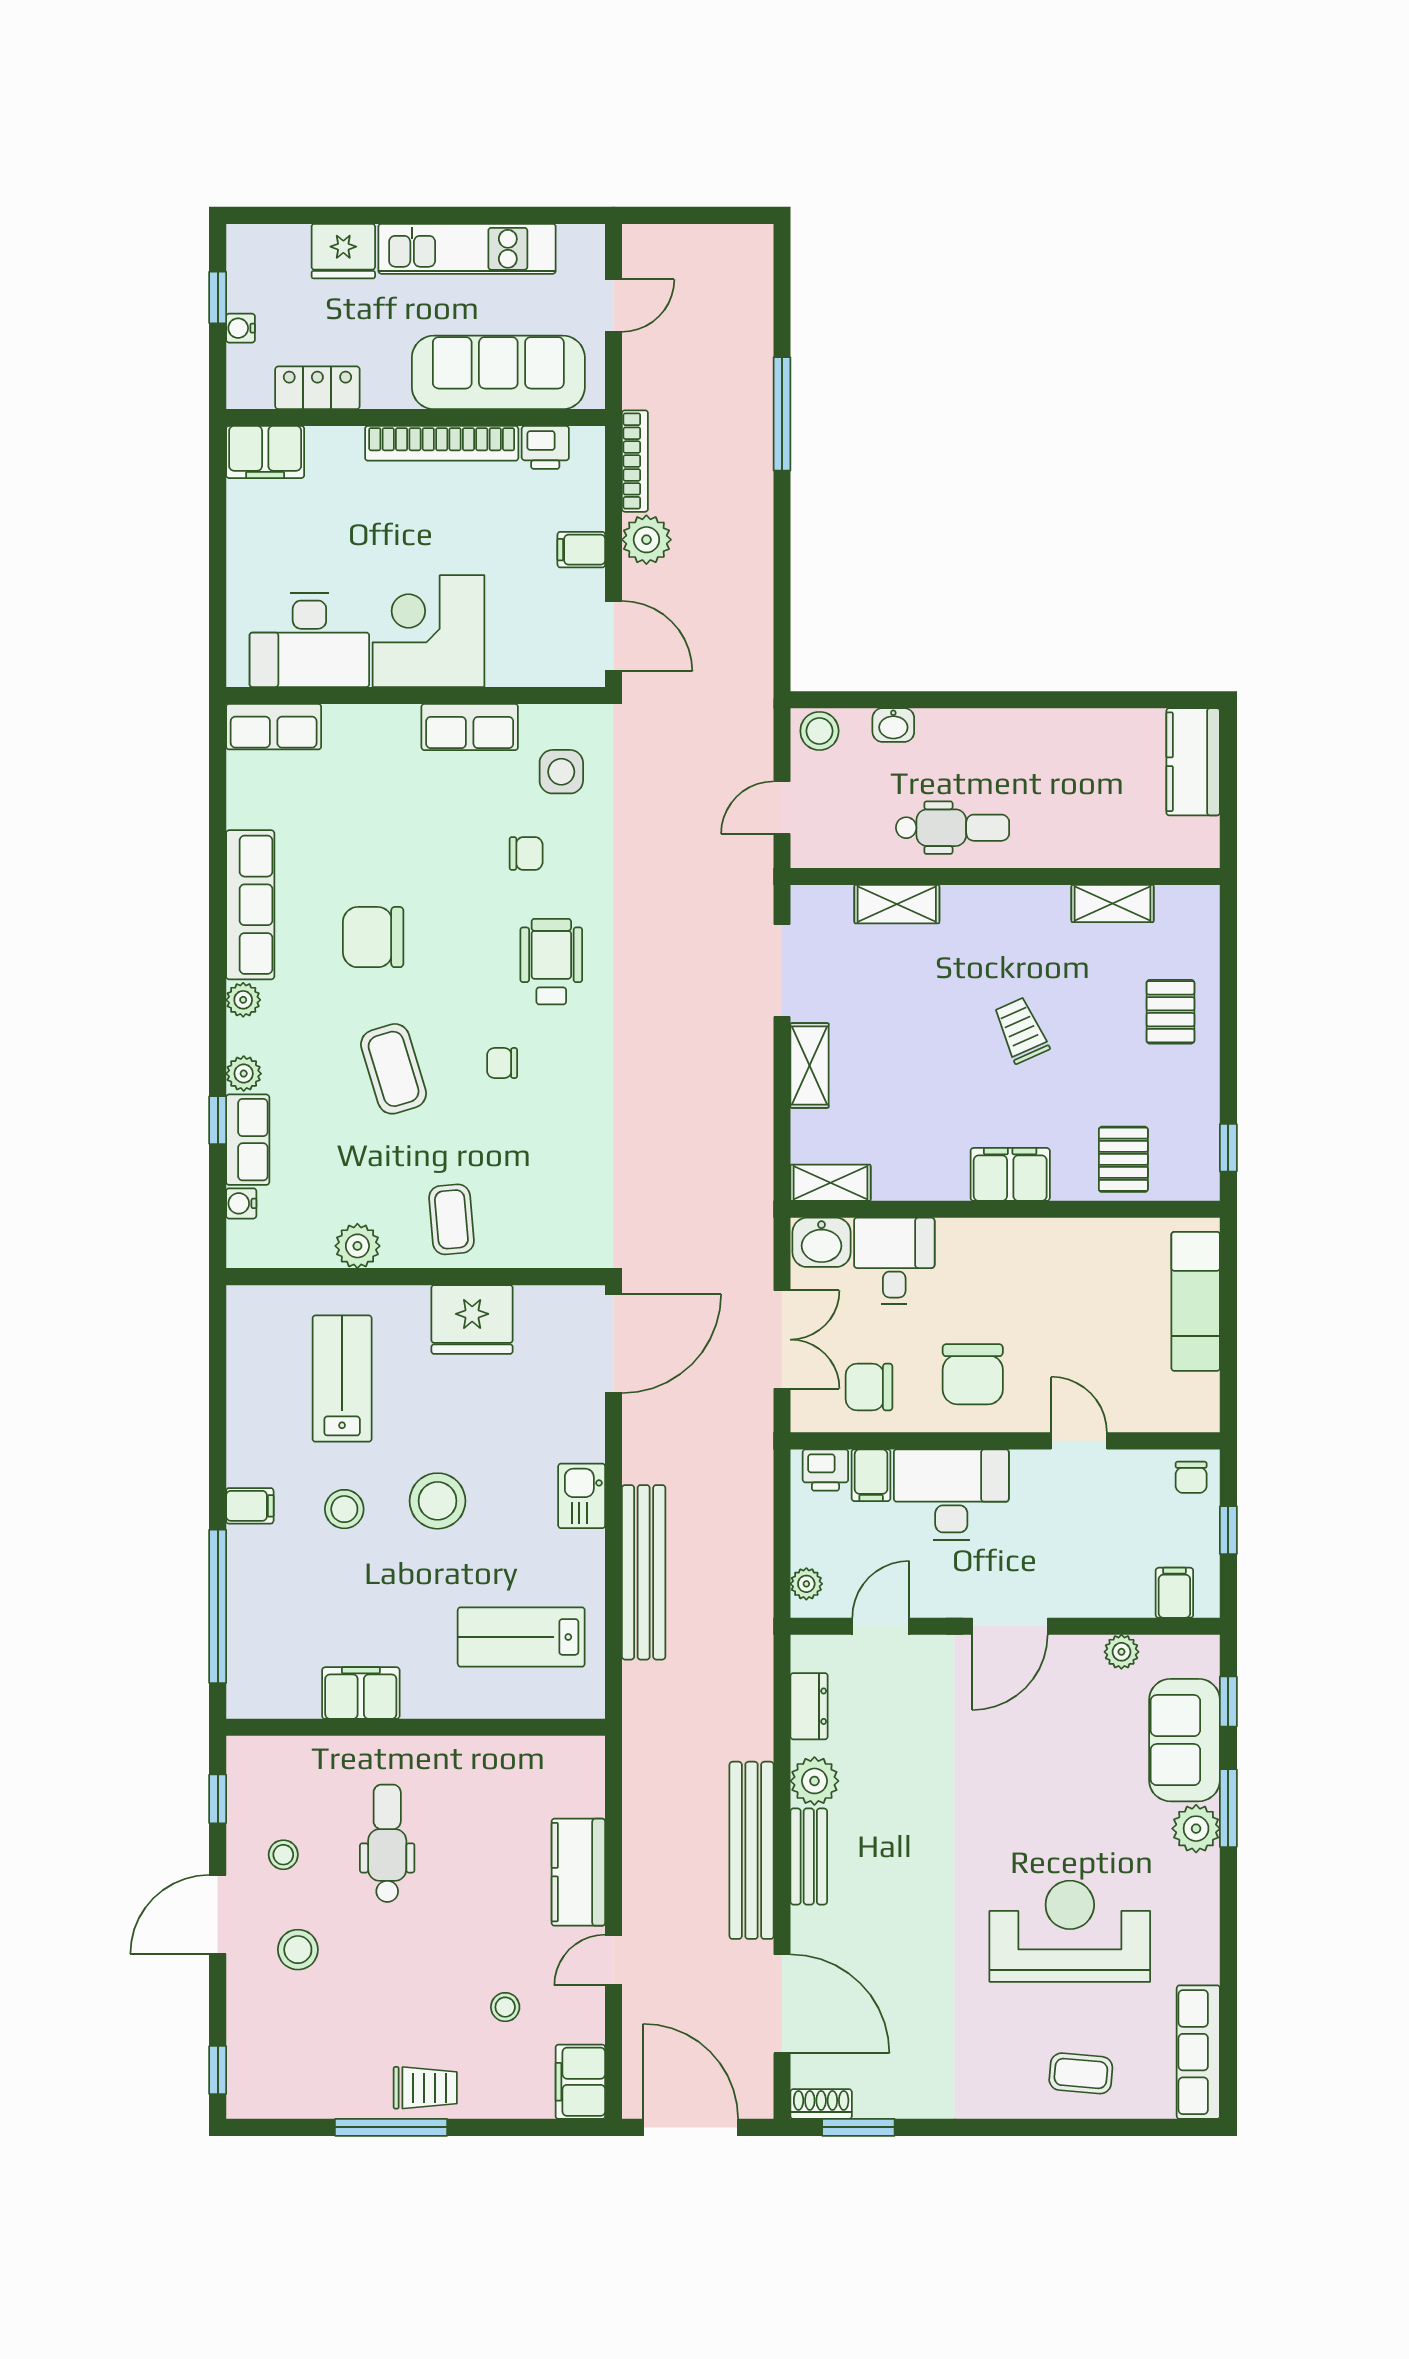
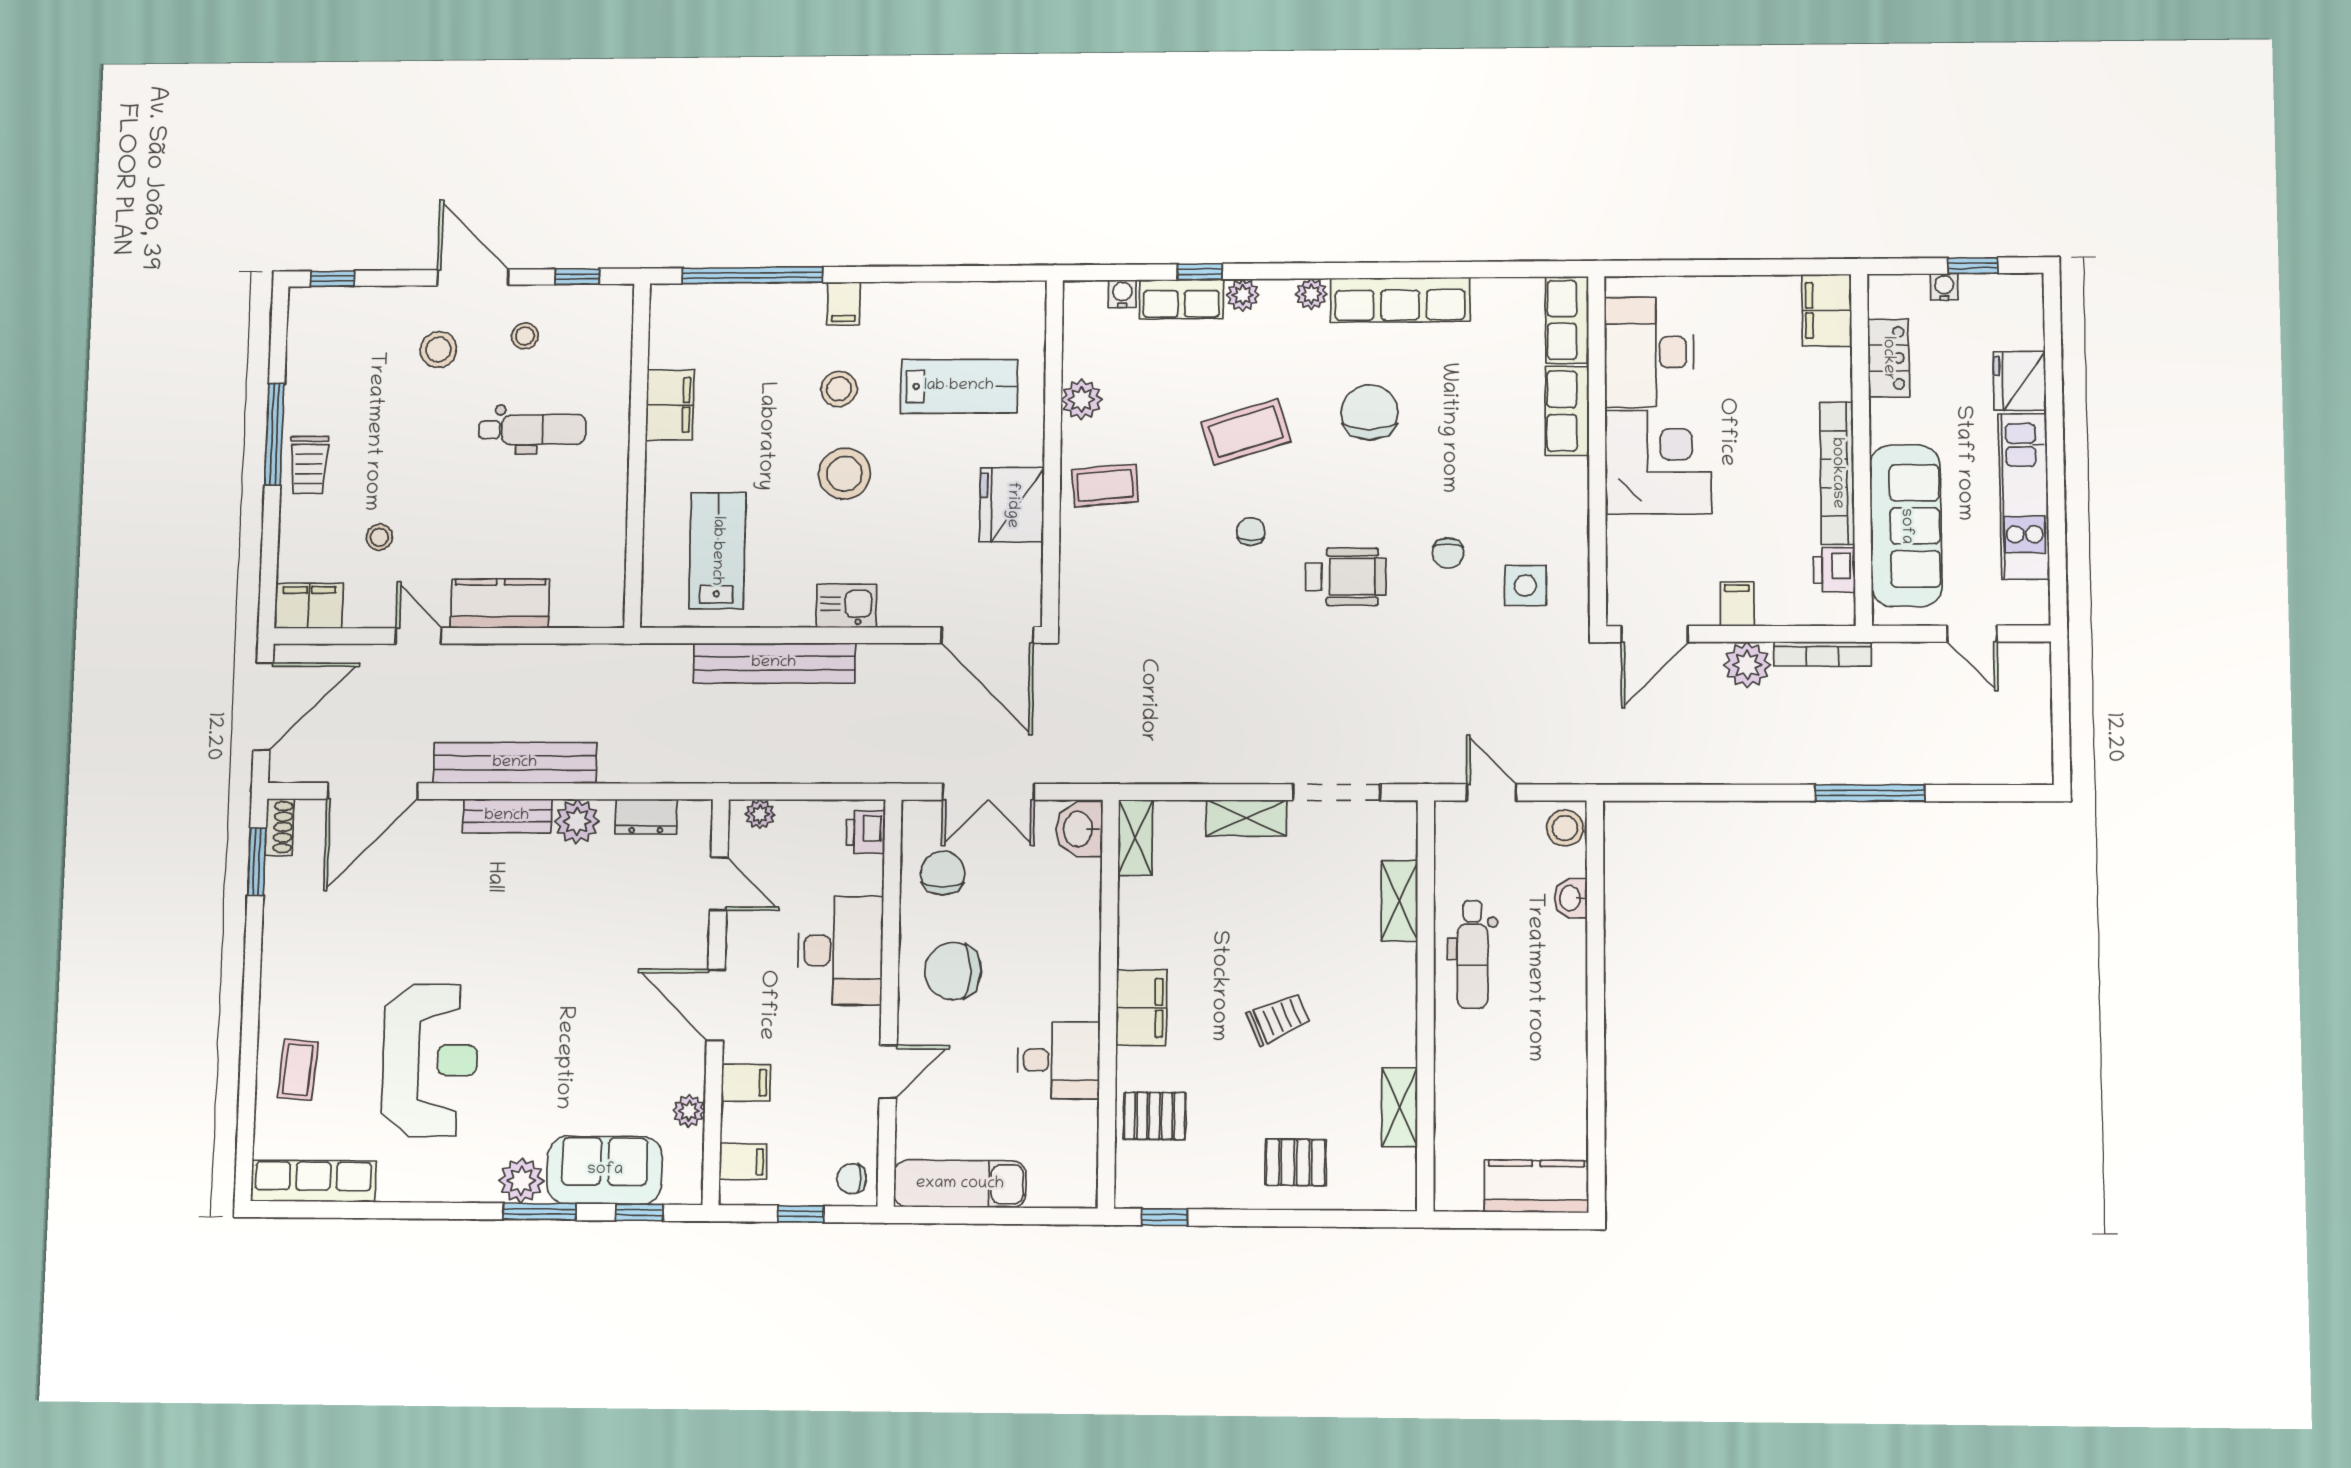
row of seats: (470, 727) -> (1567, 411), moved
desk: (894, 1261) -> (1058, 1060), moved
exam couch: (1196, 1301) -> (960, 1184), moved
filing cabinet: (871, 1475) -> (746, 1083), moved, turned 180

